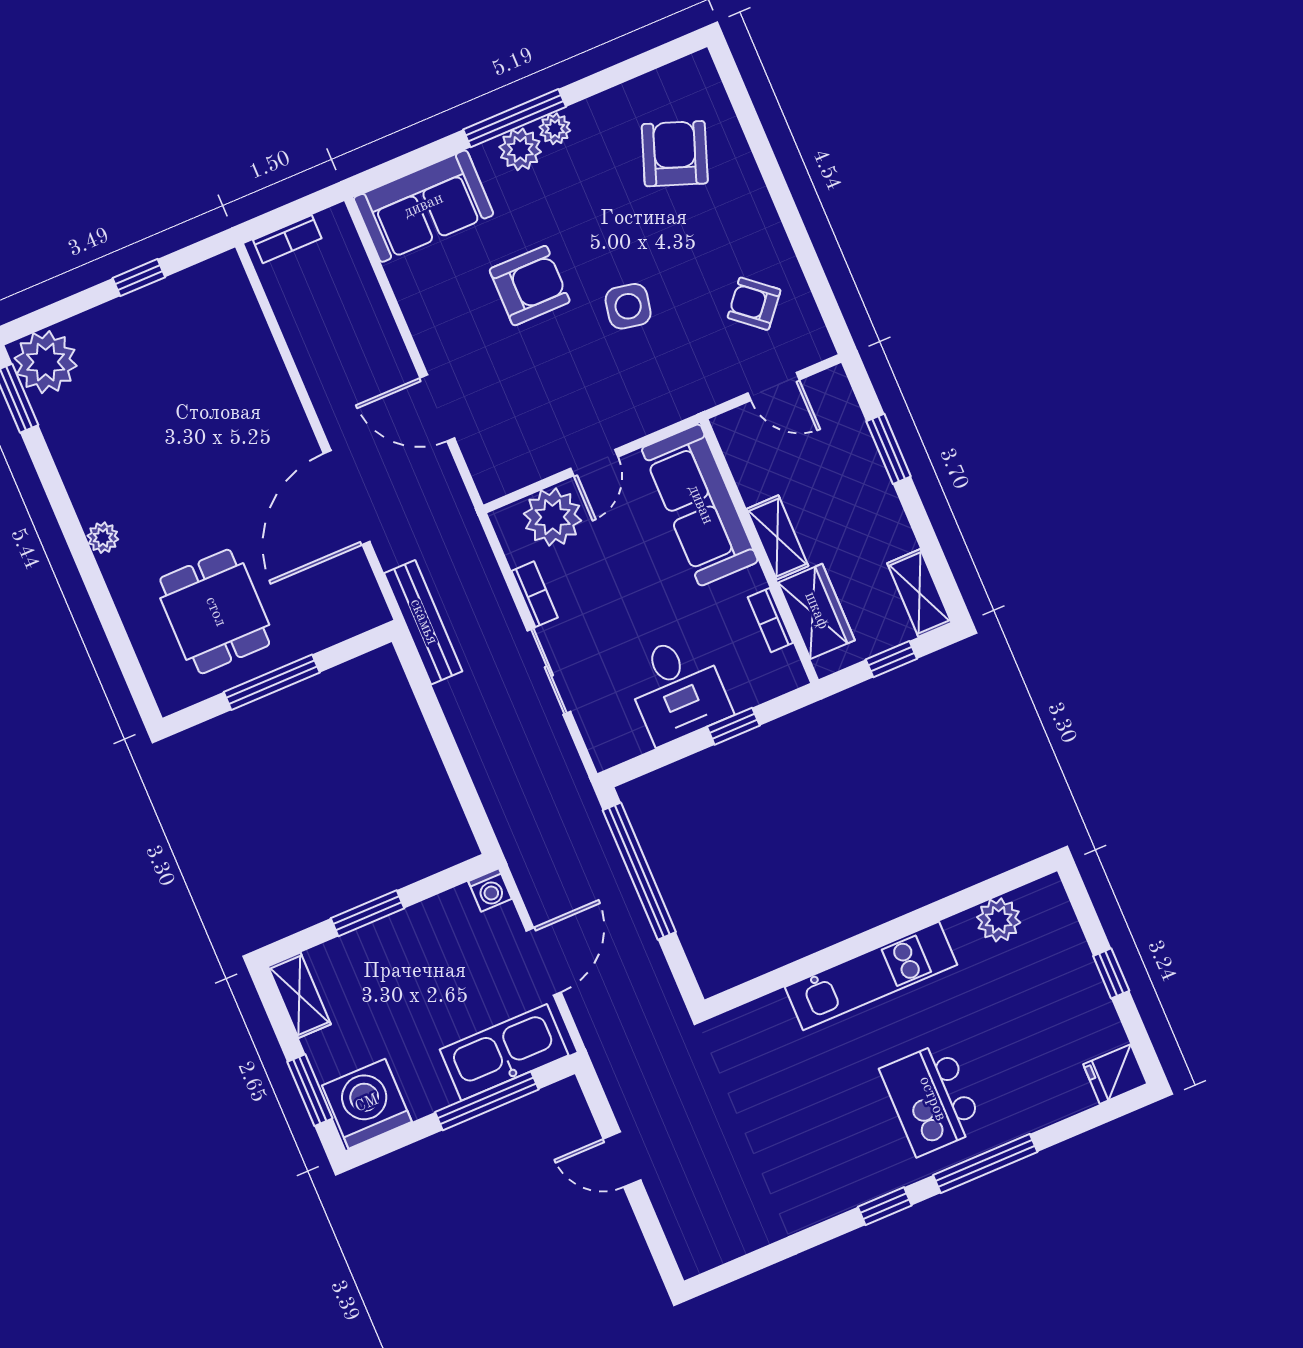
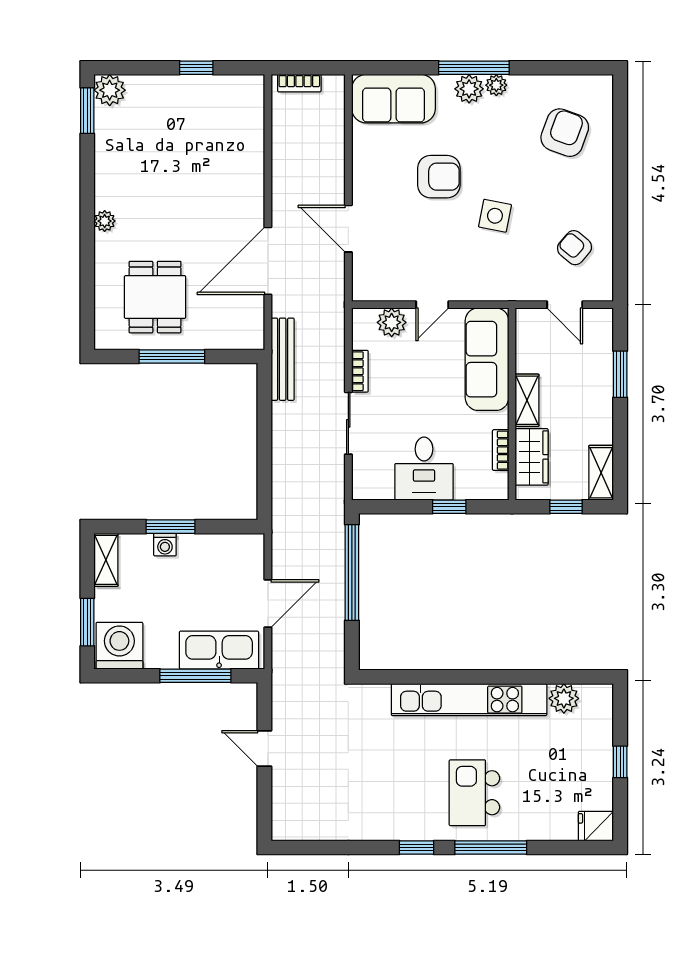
plant: (46, 362) -> (110, 90), width x0.73, depth x0.73
plant: (553, 517) -> (392, 322), width x0.73, depth x0.73
washing machine: (490, 890) -> (165, 545), moved
kitchen unit: (871, 976) -> (469, 700), width x1.36

